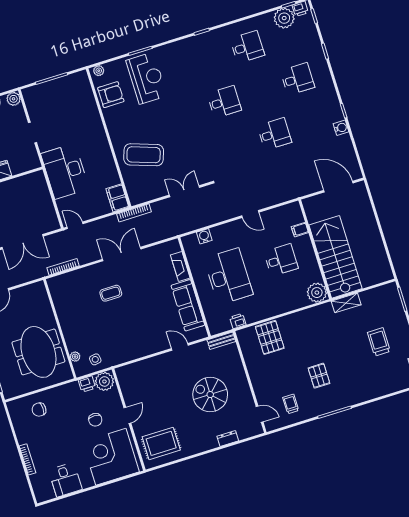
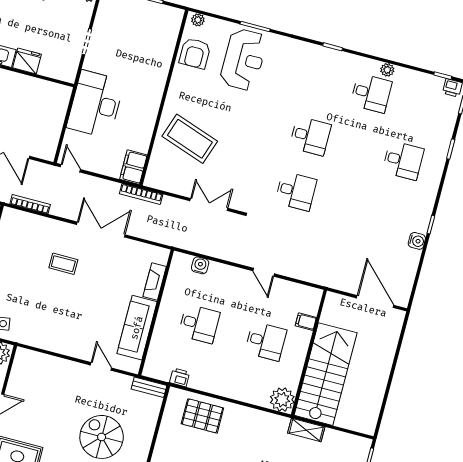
plant: (284, 18) -> (387, 70), moved, width x0.53, depth x0.53
armchair: (111, 95) -> (195, 53), turned 90
desk: (274, 134) -> (296, 191), moved
desk: (228, 276) -> (199, 324), width x0.53, depth x0.77
pallet: (270, 337) -> (202, 416), turned 90

